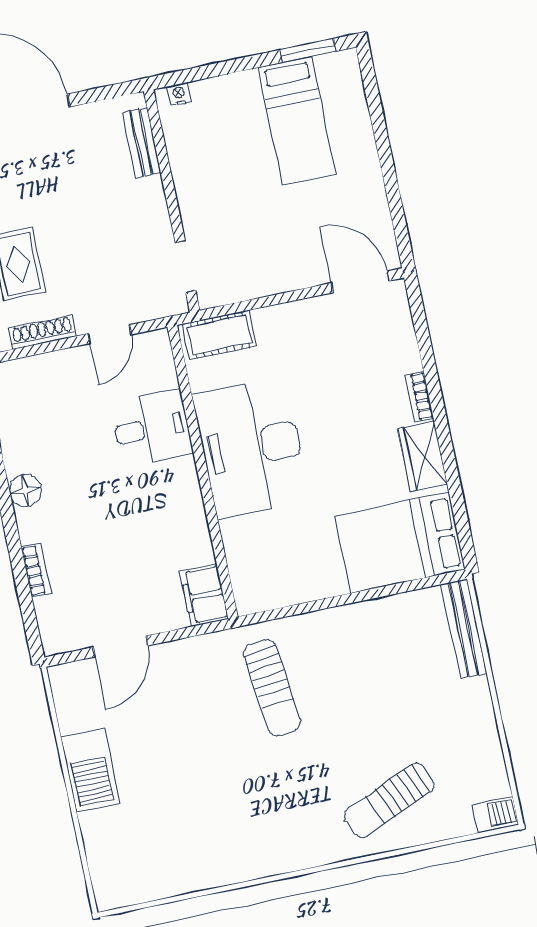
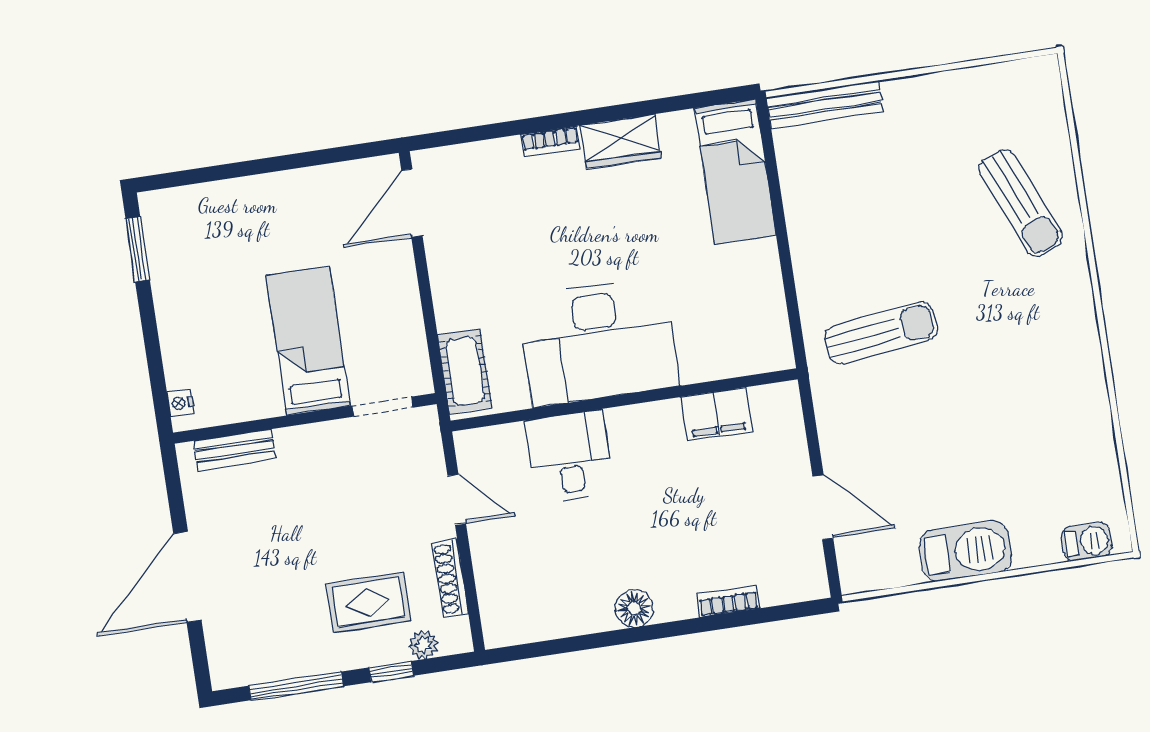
bed: (297, 121) -> (308, 341), moved, turned -90
bed: (400, 543) -> (735, 171), width x0.67
filing cabinet: (204, 595) -> (717, 414), moved
barbecue: (495, 815) -> (1087, 542), moved, turned 90

